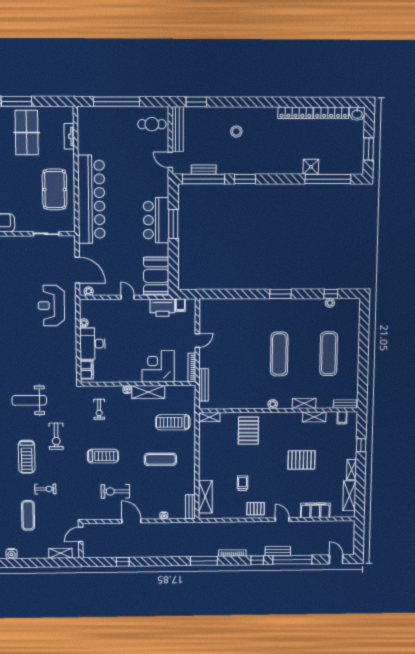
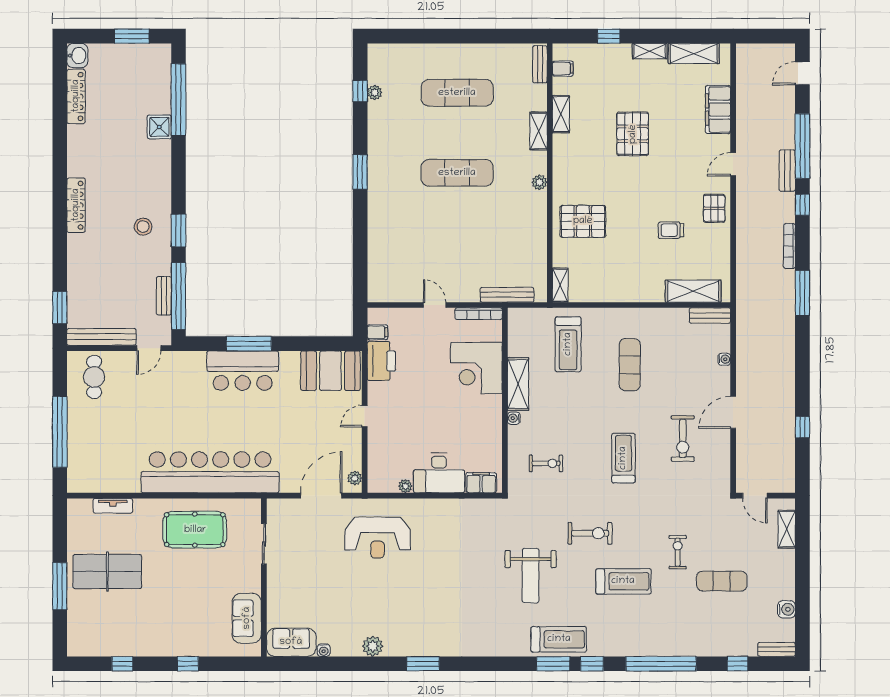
locker: (295, 113) -> (76, 205), moved
stool: (236, 131) -> (143, 227), moved

